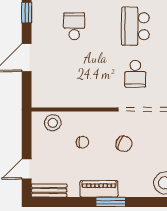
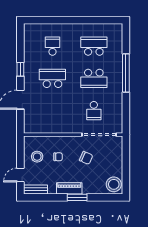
school desk: (74, 26) -> (52, 78), width x1.85
school desk: (135, 26) -> (94, 78), turned -90
stool: (53, 123) -> (37, 157), moved

